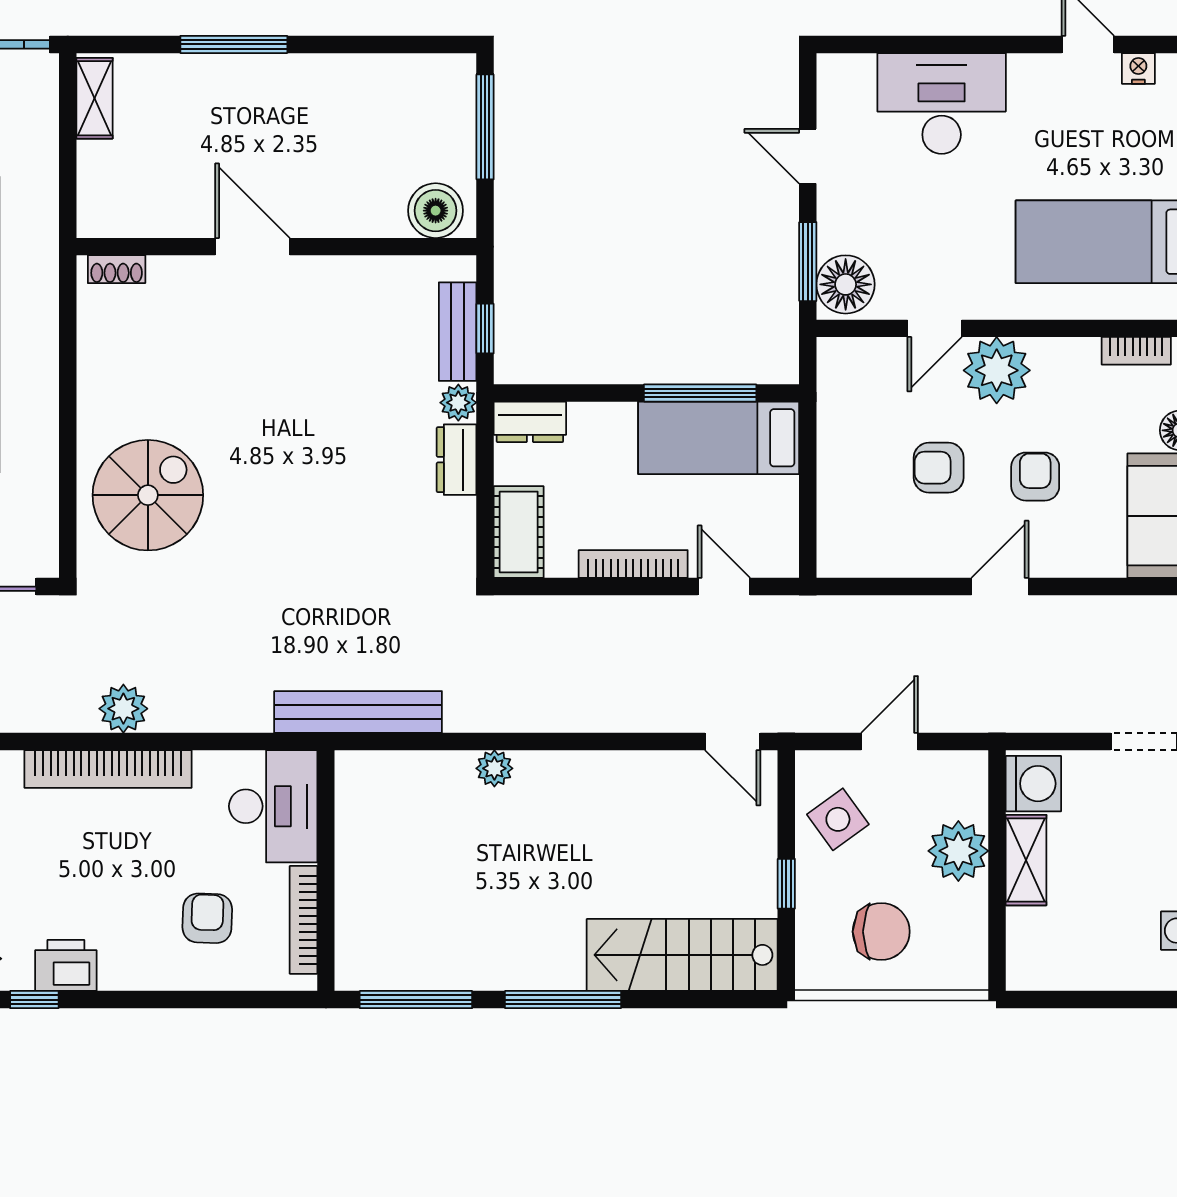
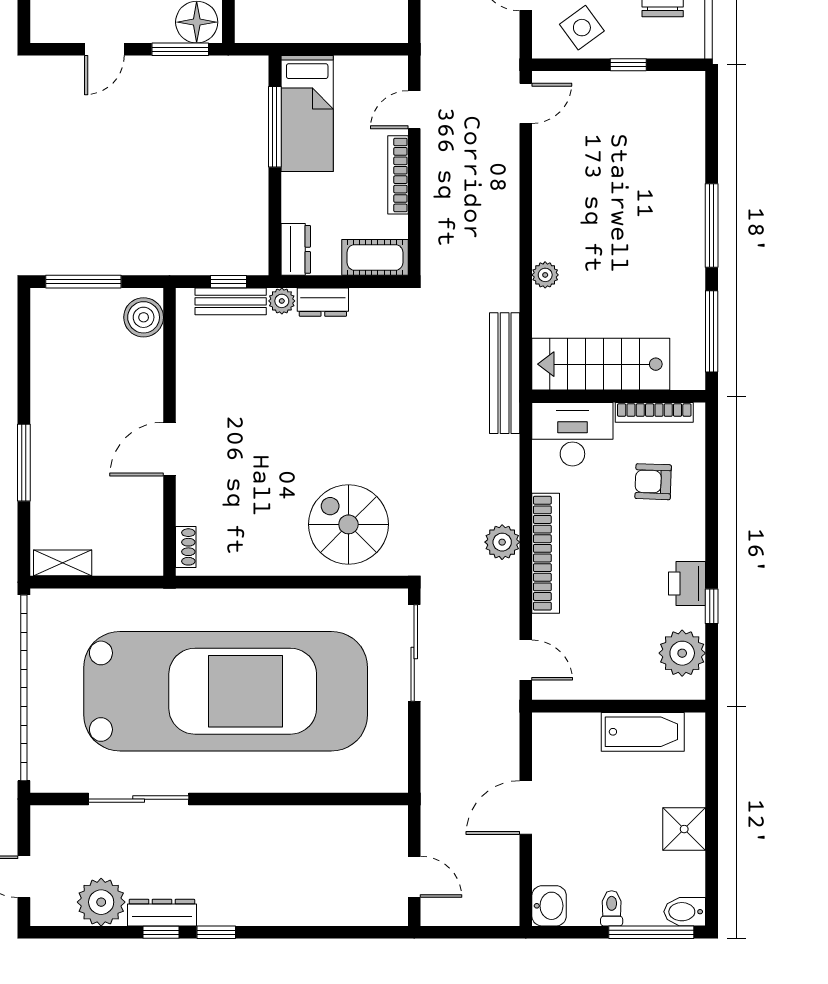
stairs: (682, 955) -> (601, 364), moved, turned 90

